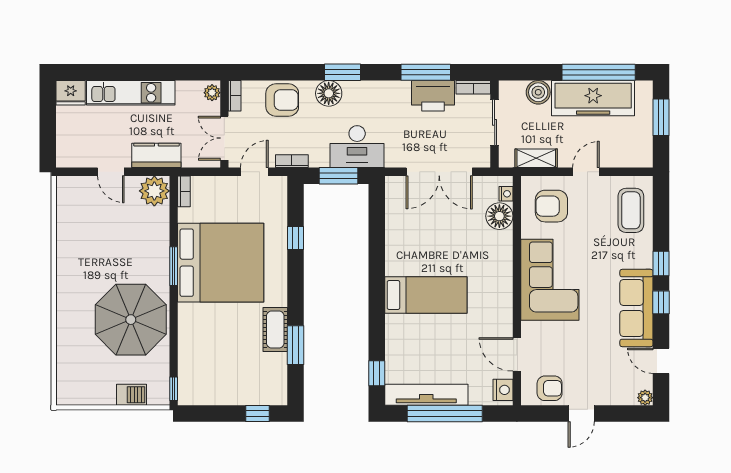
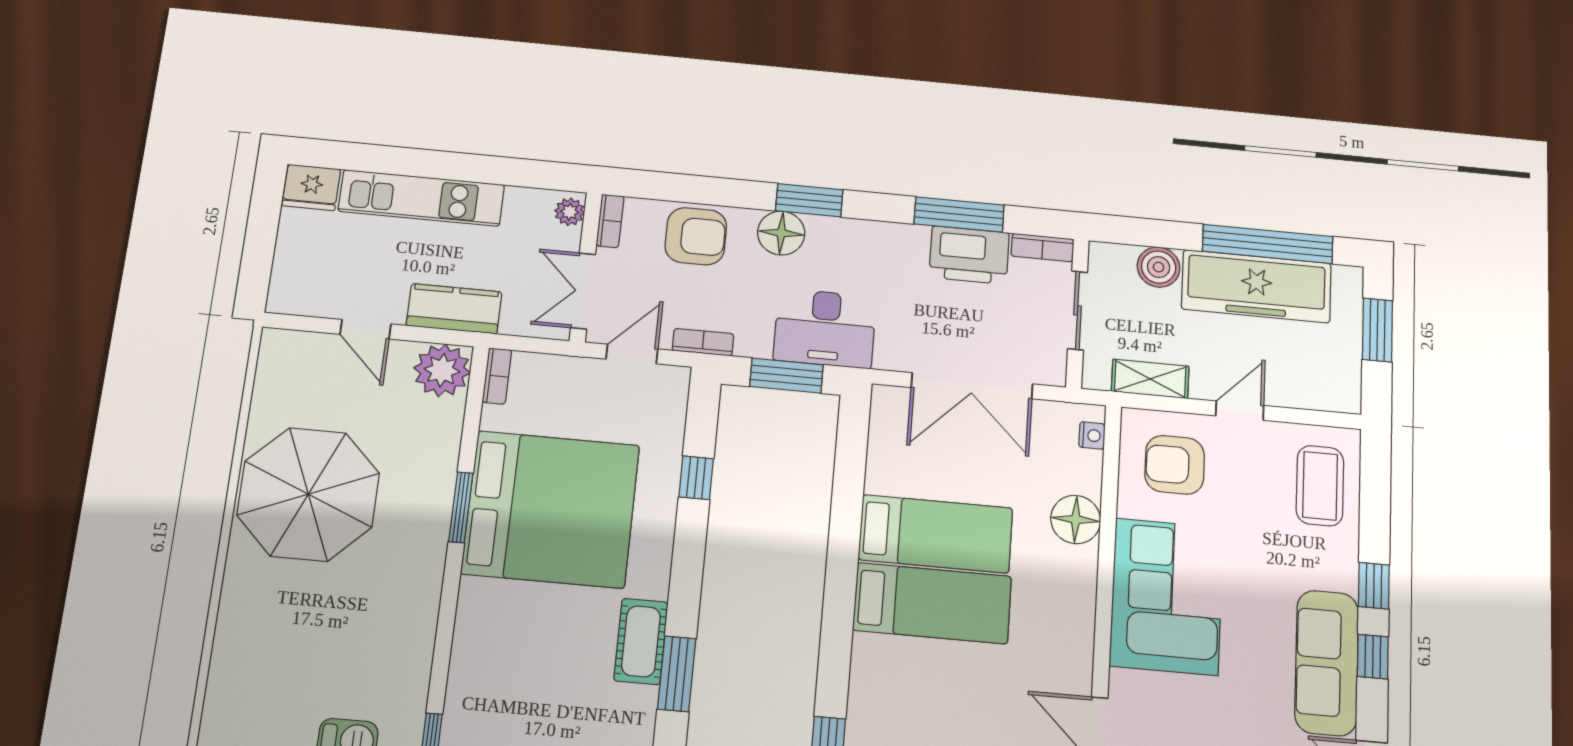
floor lamp: (499, 216) -> (1076, 519), moved
bed: (425, 257) -> (936, 534), added
parasol: (131, 320) -> (308, 494), moved

